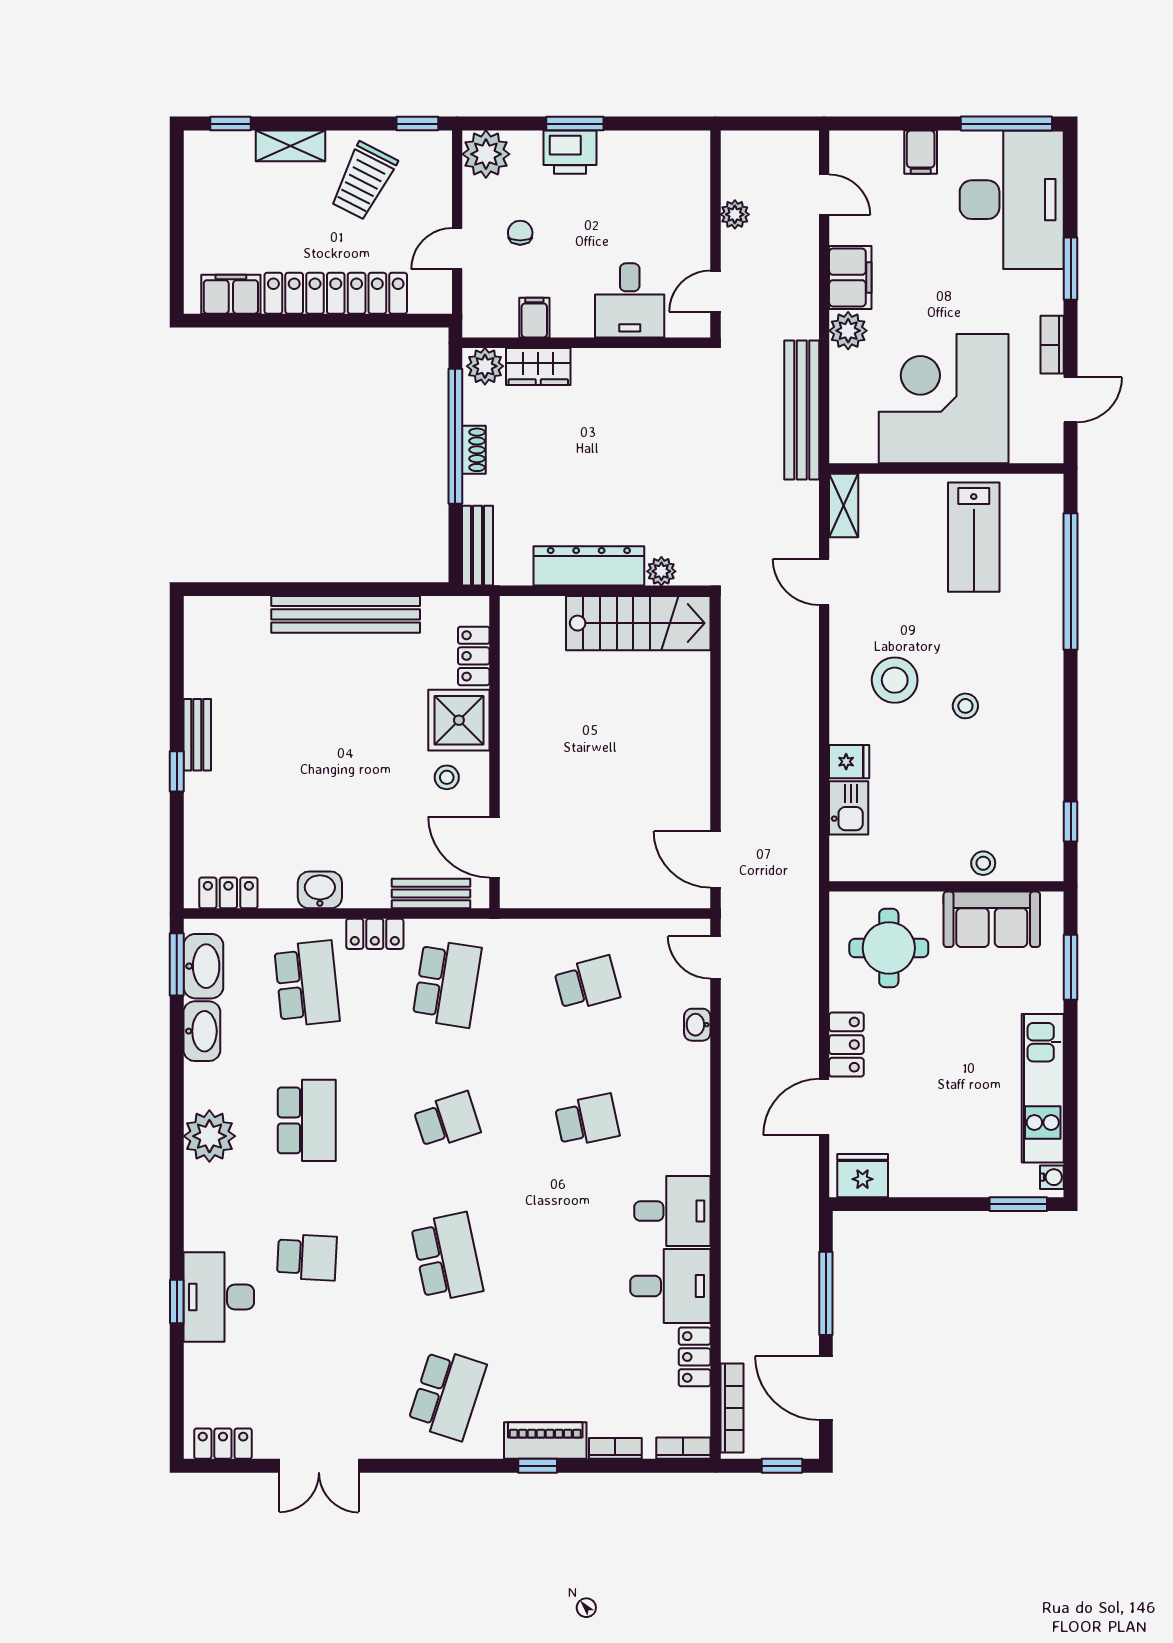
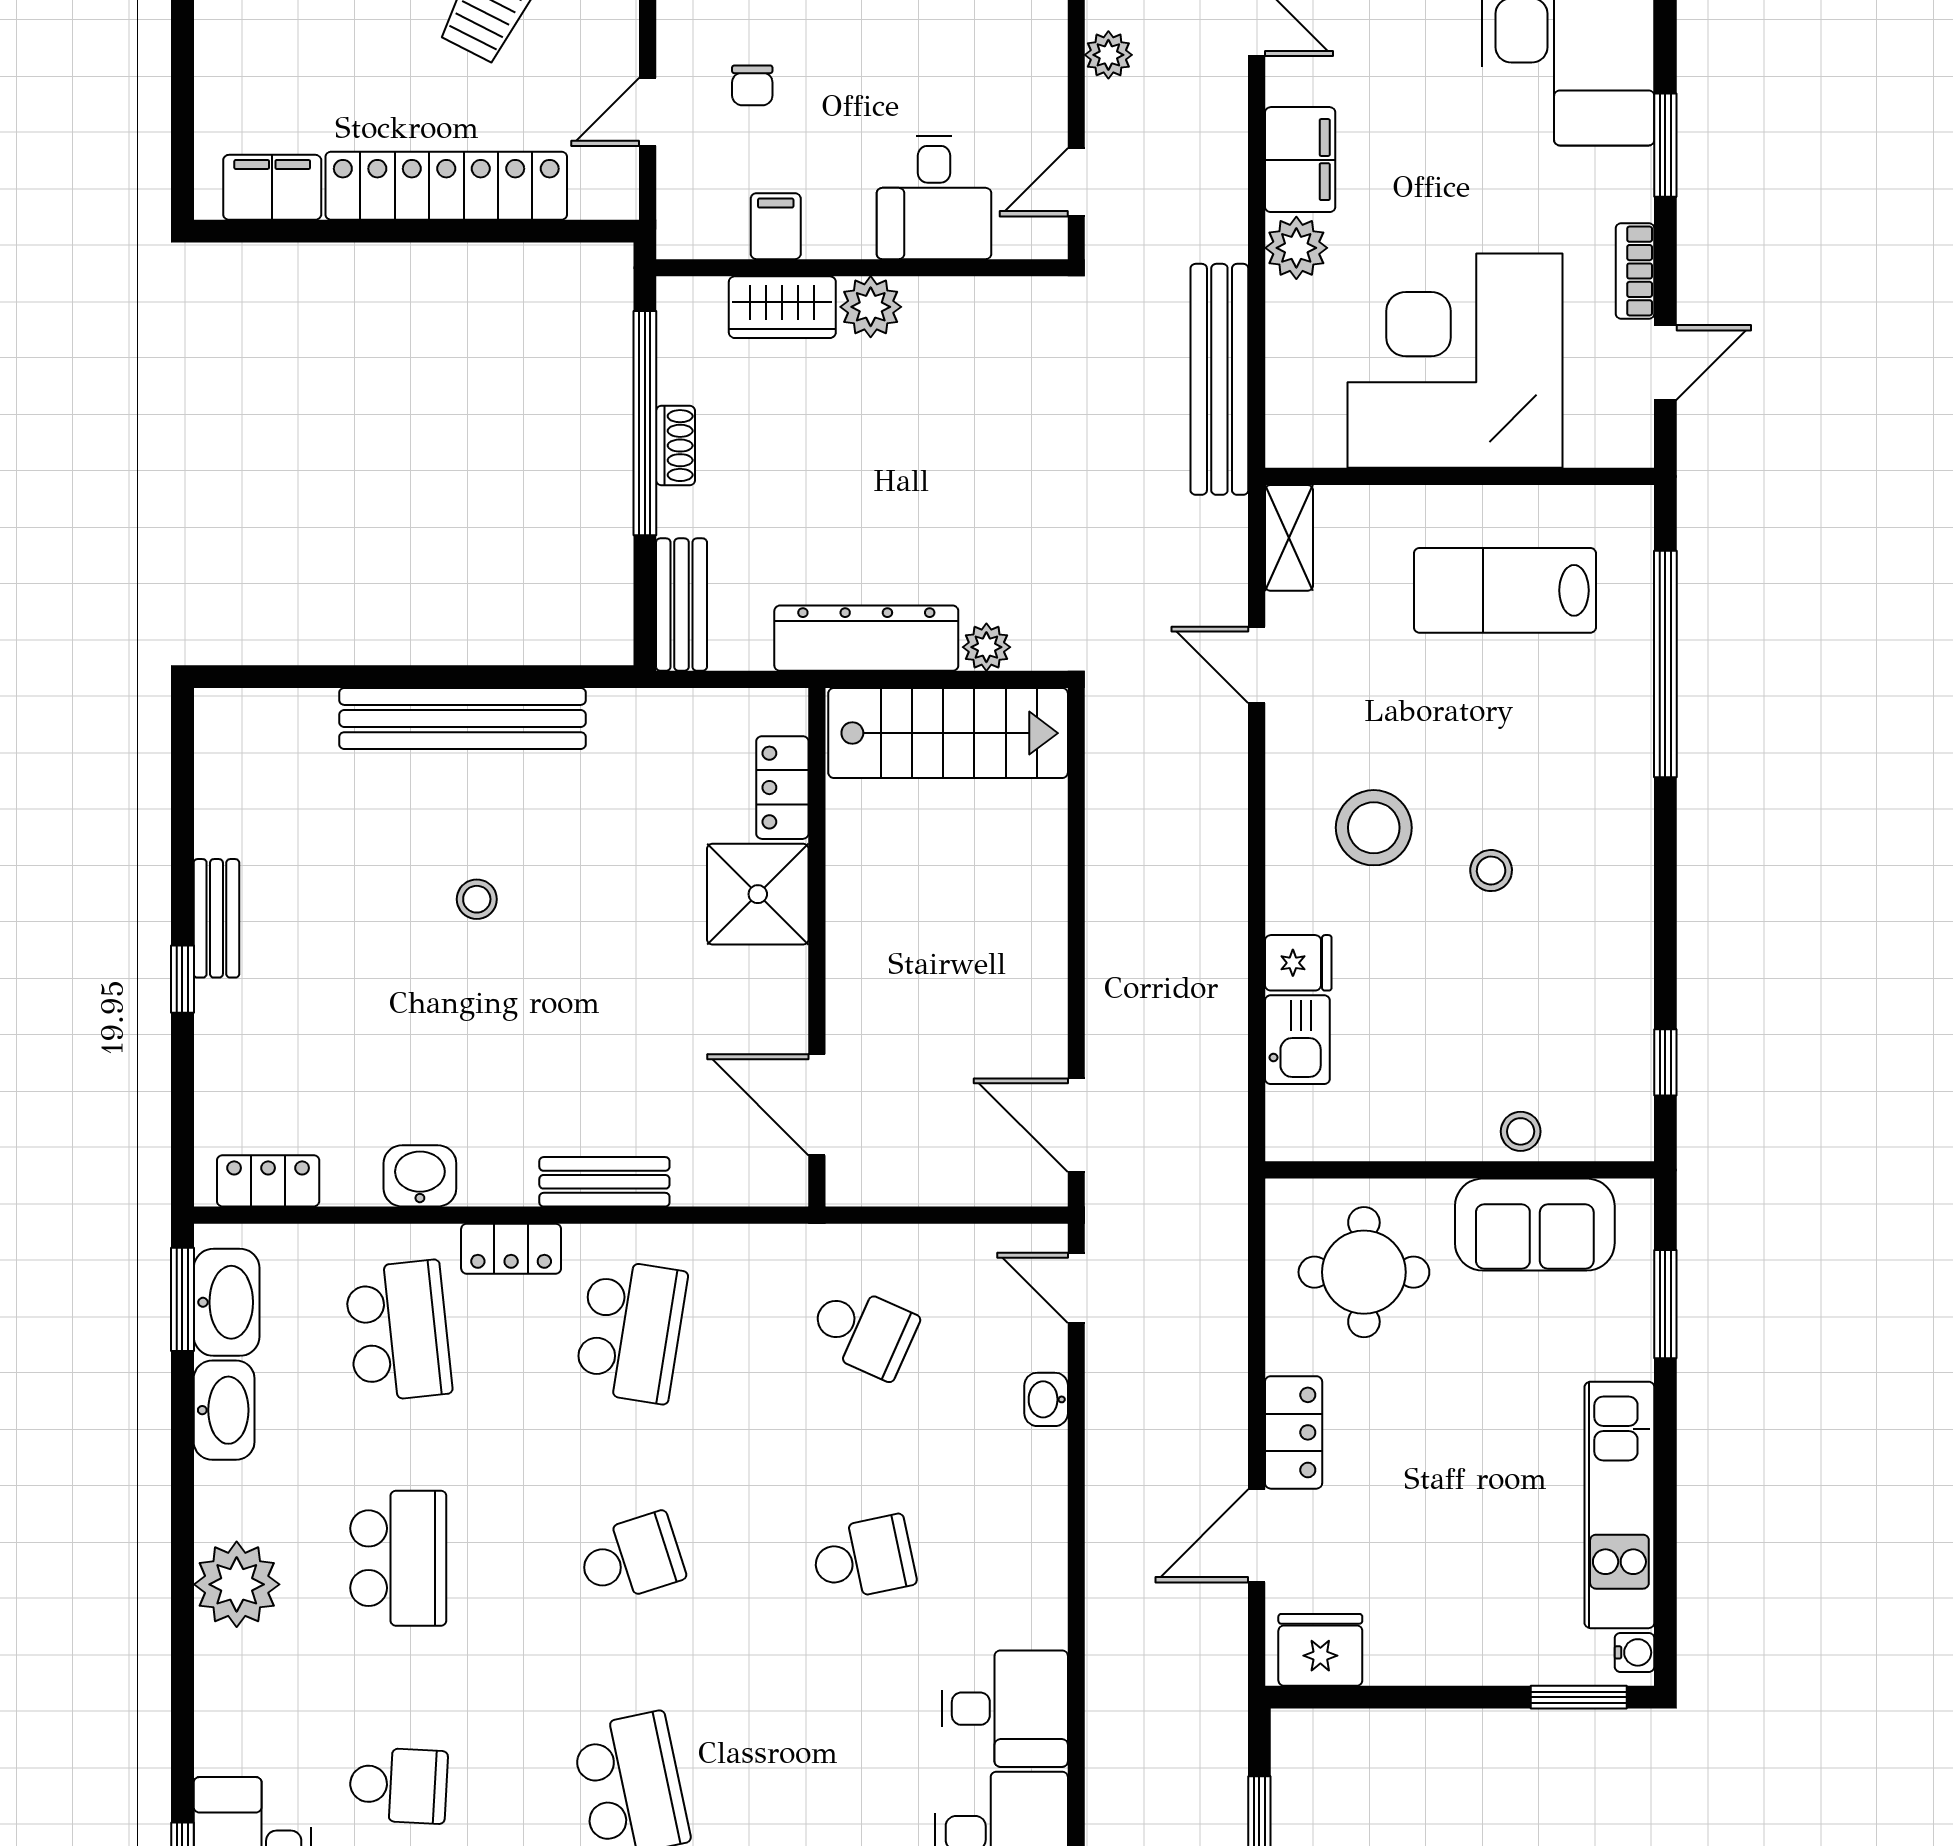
chair: (520, 233) -> (752, 85), turned 180
plant: (485, 366) -> (871, 307), moved
lab bench: (974, 537) -> (1505, 590), turned 90
locker: (474, 656) -> (782, 788), moved
shower: (459, 720) -> (758, 894), moved
wall: (495, 752) -> (817, 947), moved
stool: (447, 777) -> (477, 899), moved
door: (495, 847) -> (817, 1105), moved
school desk: (587, 984) -> (863, 1331), turned 39

